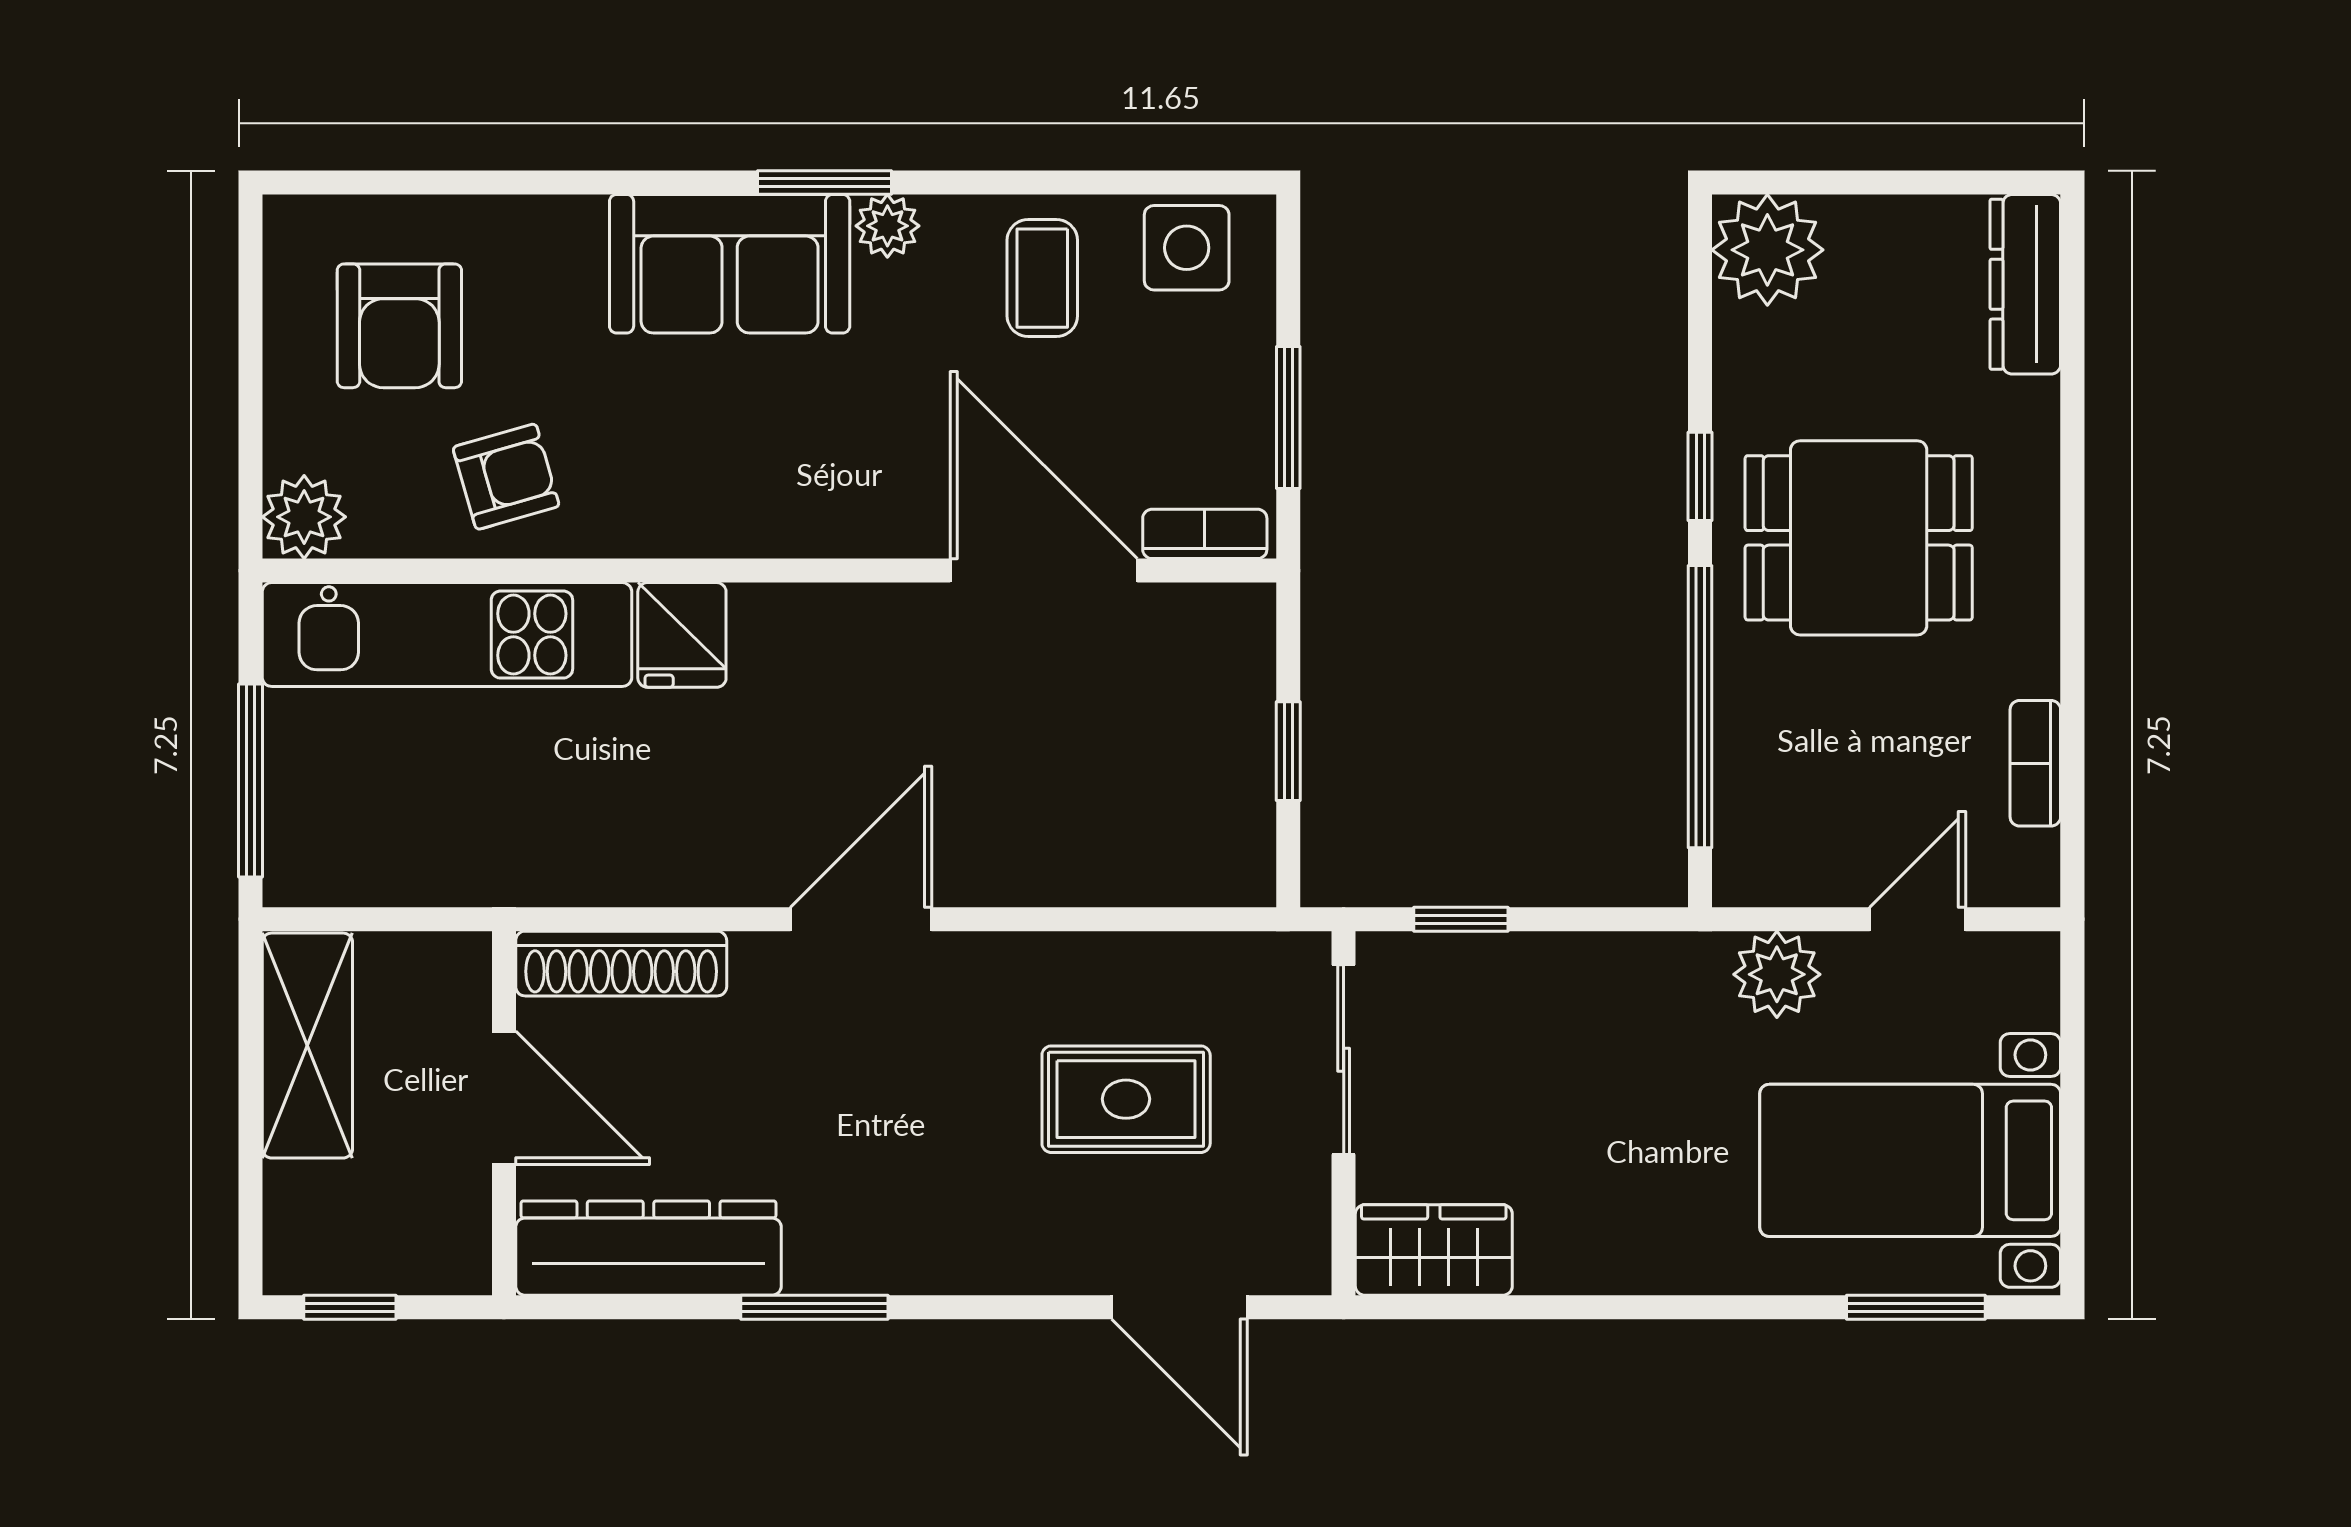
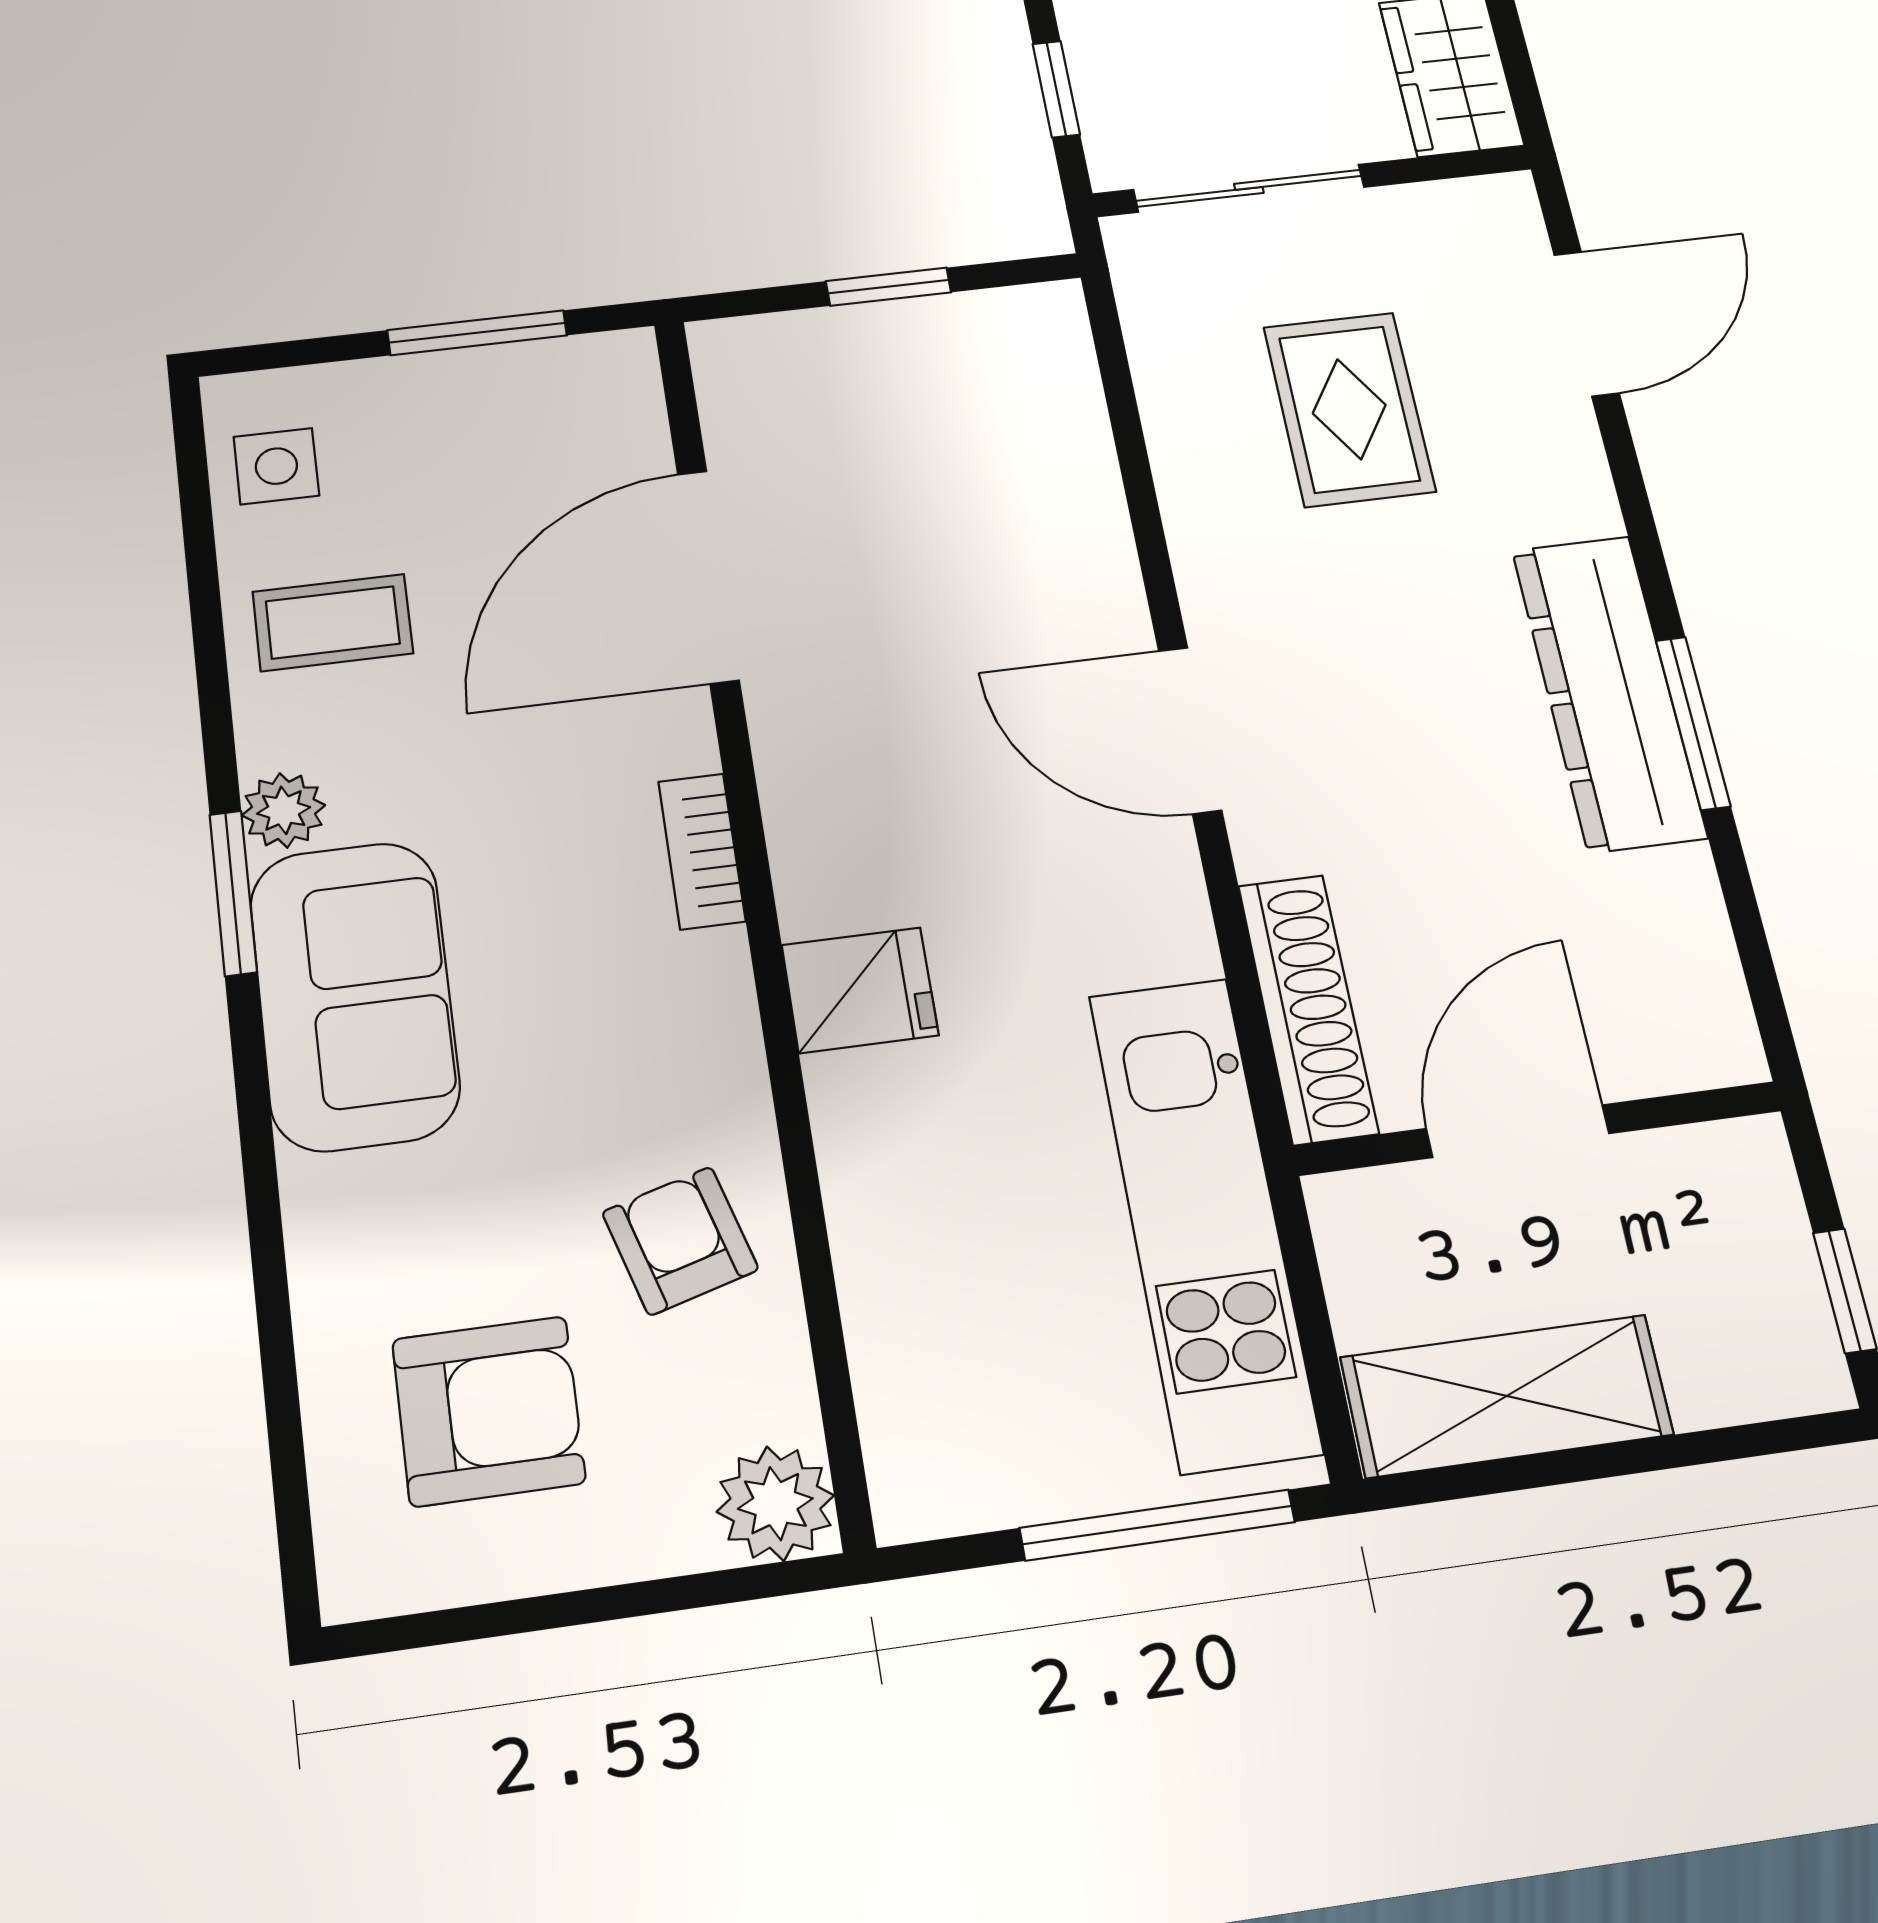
side table: (1187, 248) -> (276, 466), width x0.73, depth x0.73
bookcase: (1205, 534) -> (702, 851), moved
kitchen unit: (447, 635) -> (1204, 1220), moved, turned 180
dresser: (648, 1248) -> (1609, 692), moved

